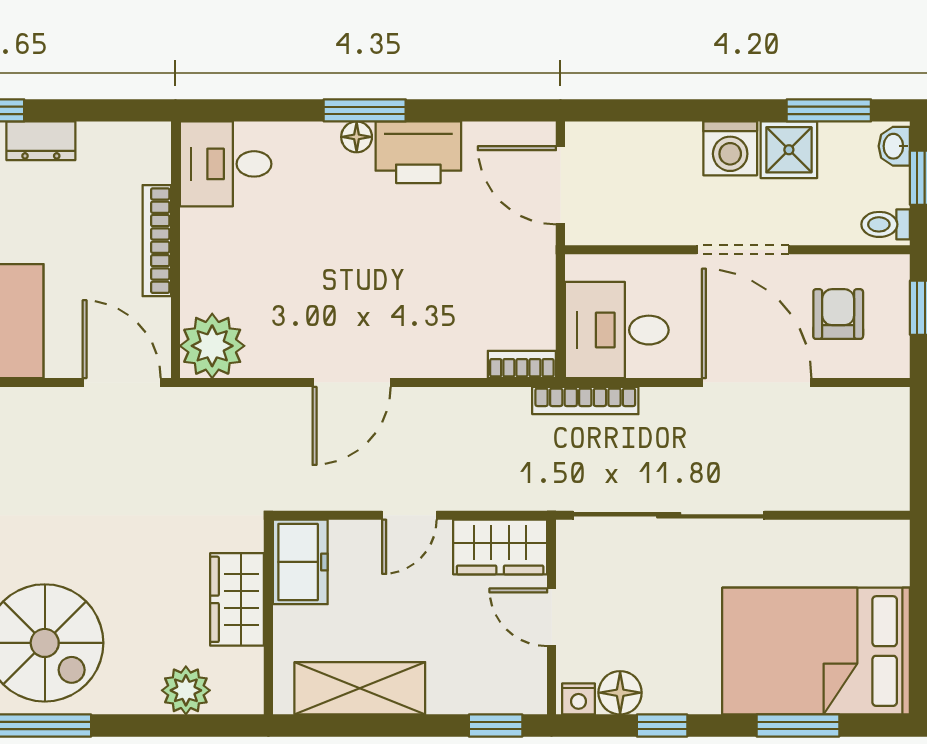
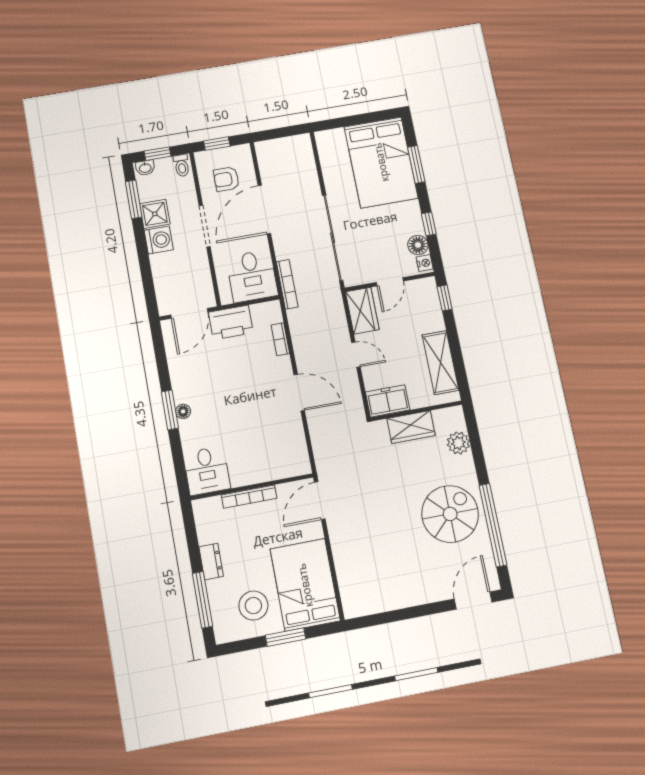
printer: (418, 152) -> (231, 322), moved, turned 90
plant: (212, 346) -> (294, 461), removed
bookcase: (522, 364) -> (280, 339), moved

